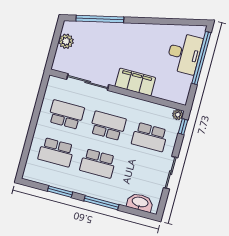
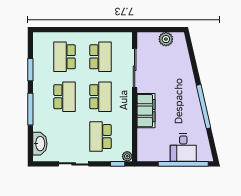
window: (100, 19) -> (204, 107), moved
desk: (184, 53) -> (183, 147), width x0.73
school desk: (98, 163) -> (65, 97), turned 180

